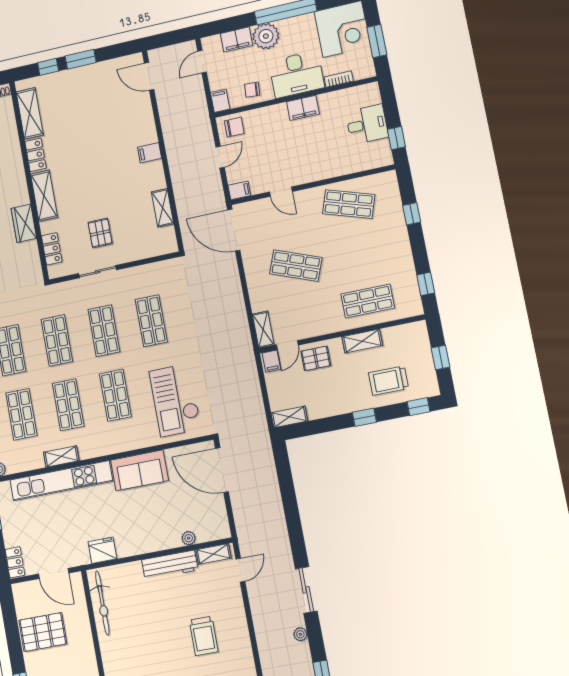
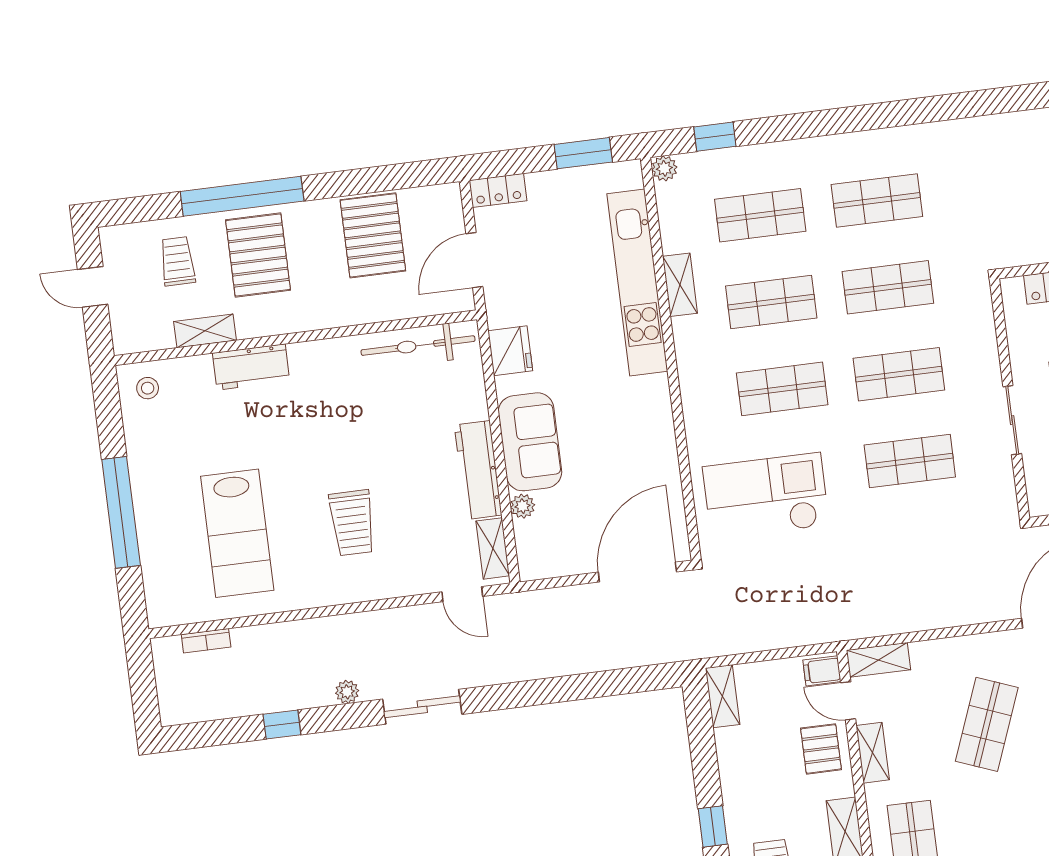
sliding door: (98, 272) -> (1012, 420), moved
shelving: (316, 329) -> (873, 753), added
sofa: (139, 470) -> (530, 442), moved, turned 180
trolley: (204, 636) -> (352, 523), turned -90

